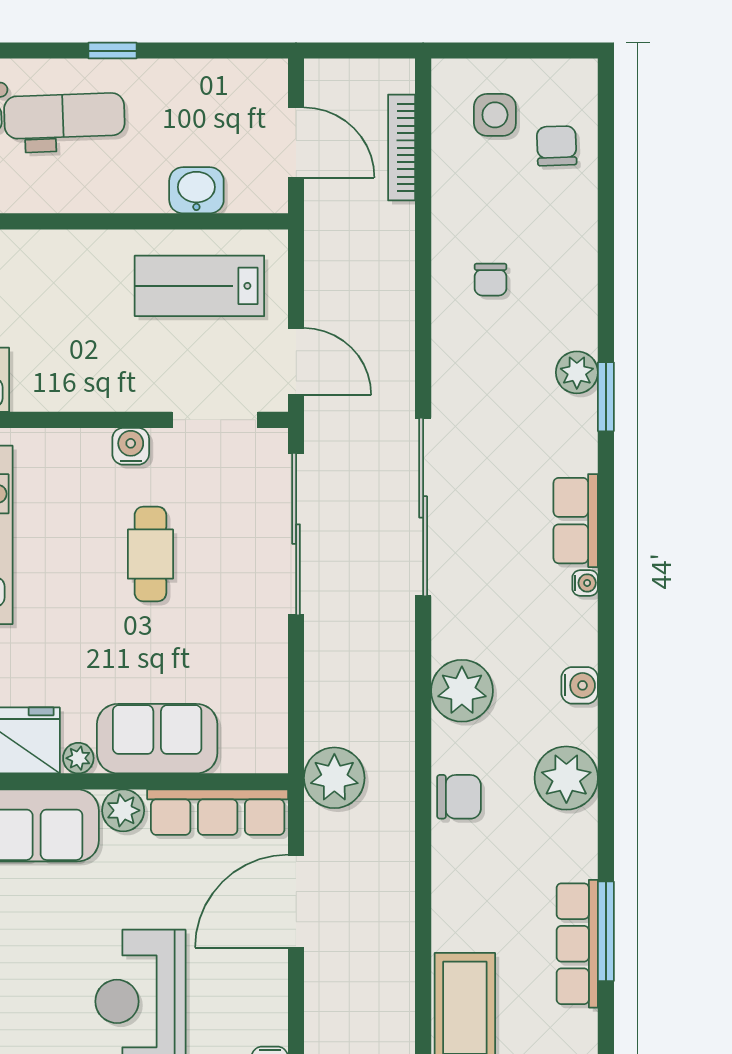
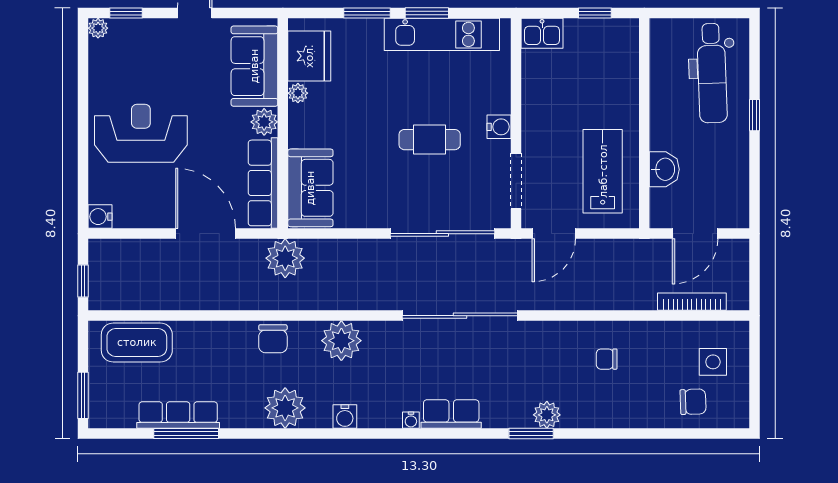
sofa: (157, 739) -> (310, 188), moved

